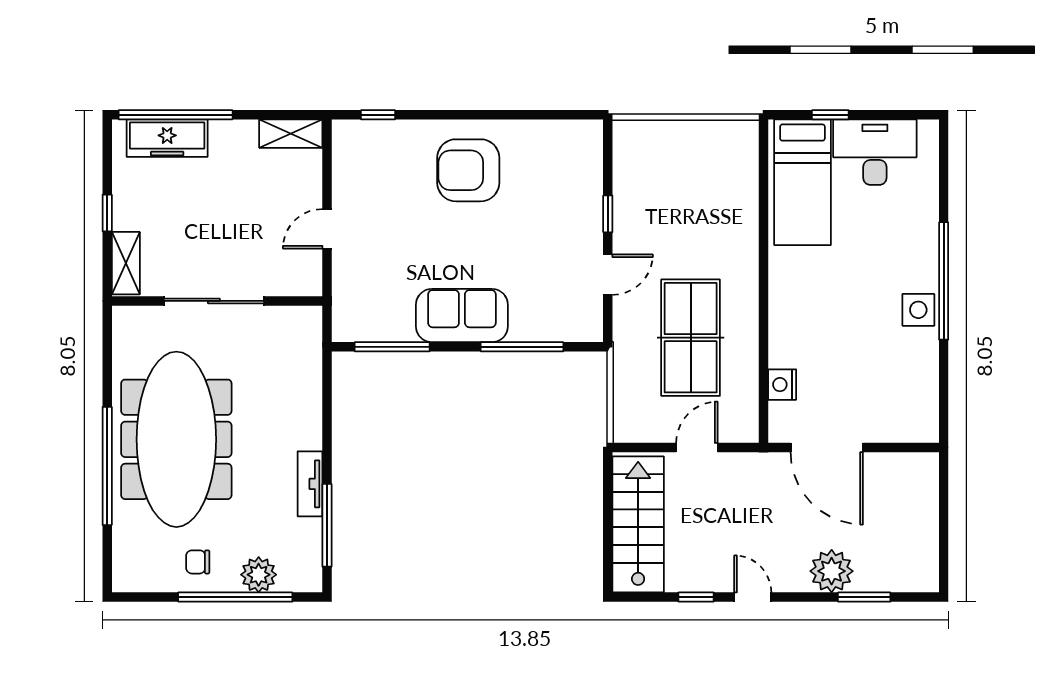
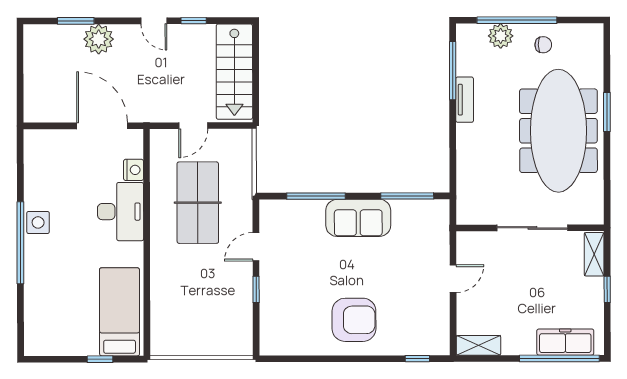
desk: (875, 152) -> (120, 212), moved, turned -90
window: (107, 466) -> (607, 112), width x0.47

